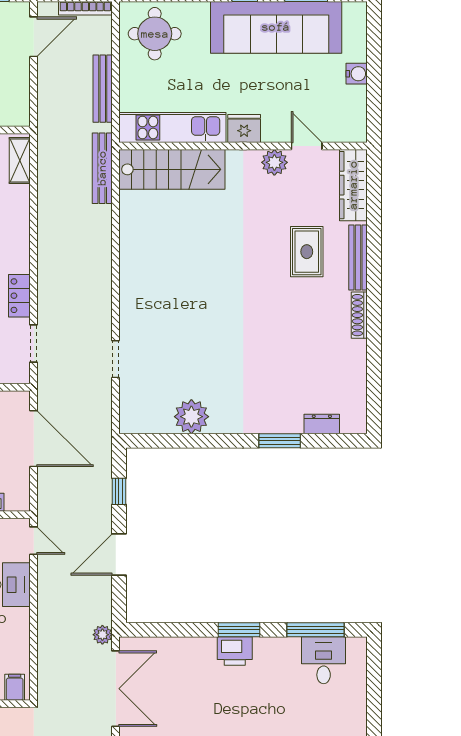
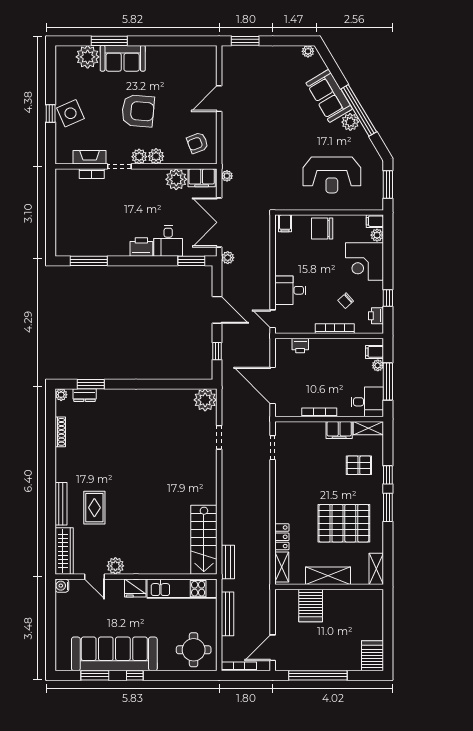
water cooler: (357, 74) -> (62, 586), moved
bench: (102, 168) -> (228, 562), width x0.73
stairs: (172, 169) -> (204, 540), moved, turned -90
locker: (19, 296) -> (282, 537), moved
shoe rack: (359, 315) -> (60, 432), moved
plant: (191, 417) -> (205, 400), moved
plant: (358, 425) -> (61, 395), added
window: (280, 441) -> (91, 384), moved
door: (119, 554) -> (217, 310), hinge flipped
window: (239, 630) -> (191, 261), moved
desk: (324, 660) -> (168, 241), moved

